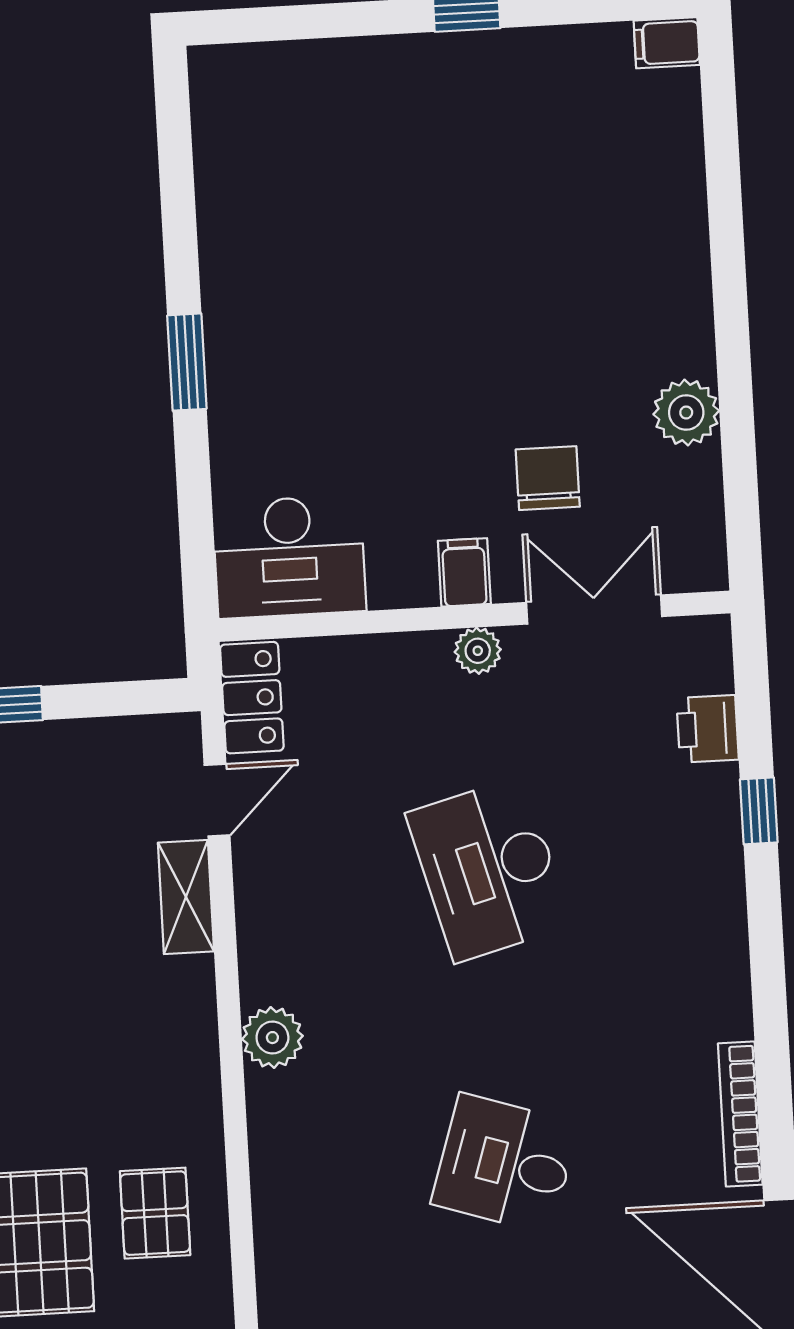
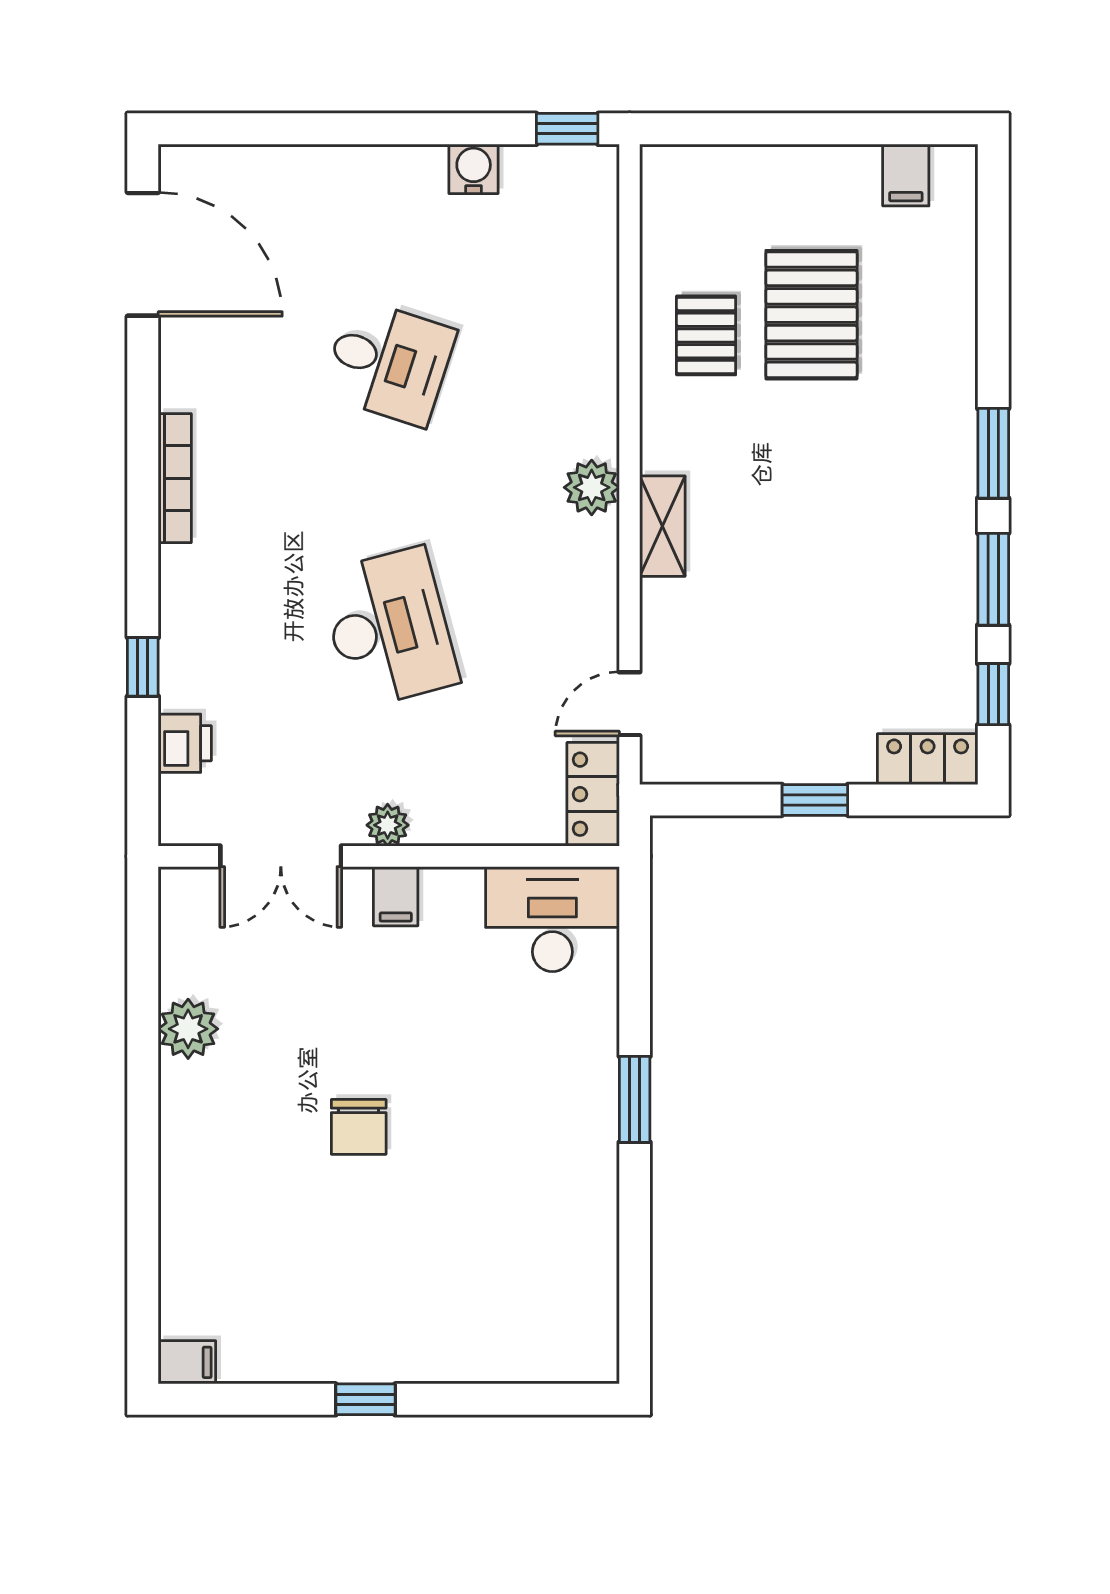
chair: (548, 478) -> (359, 1127), moved
shelving: (186, 897) -> (662, 526), moved
bookcase: (740, 1114) -> (175, 478), moved

